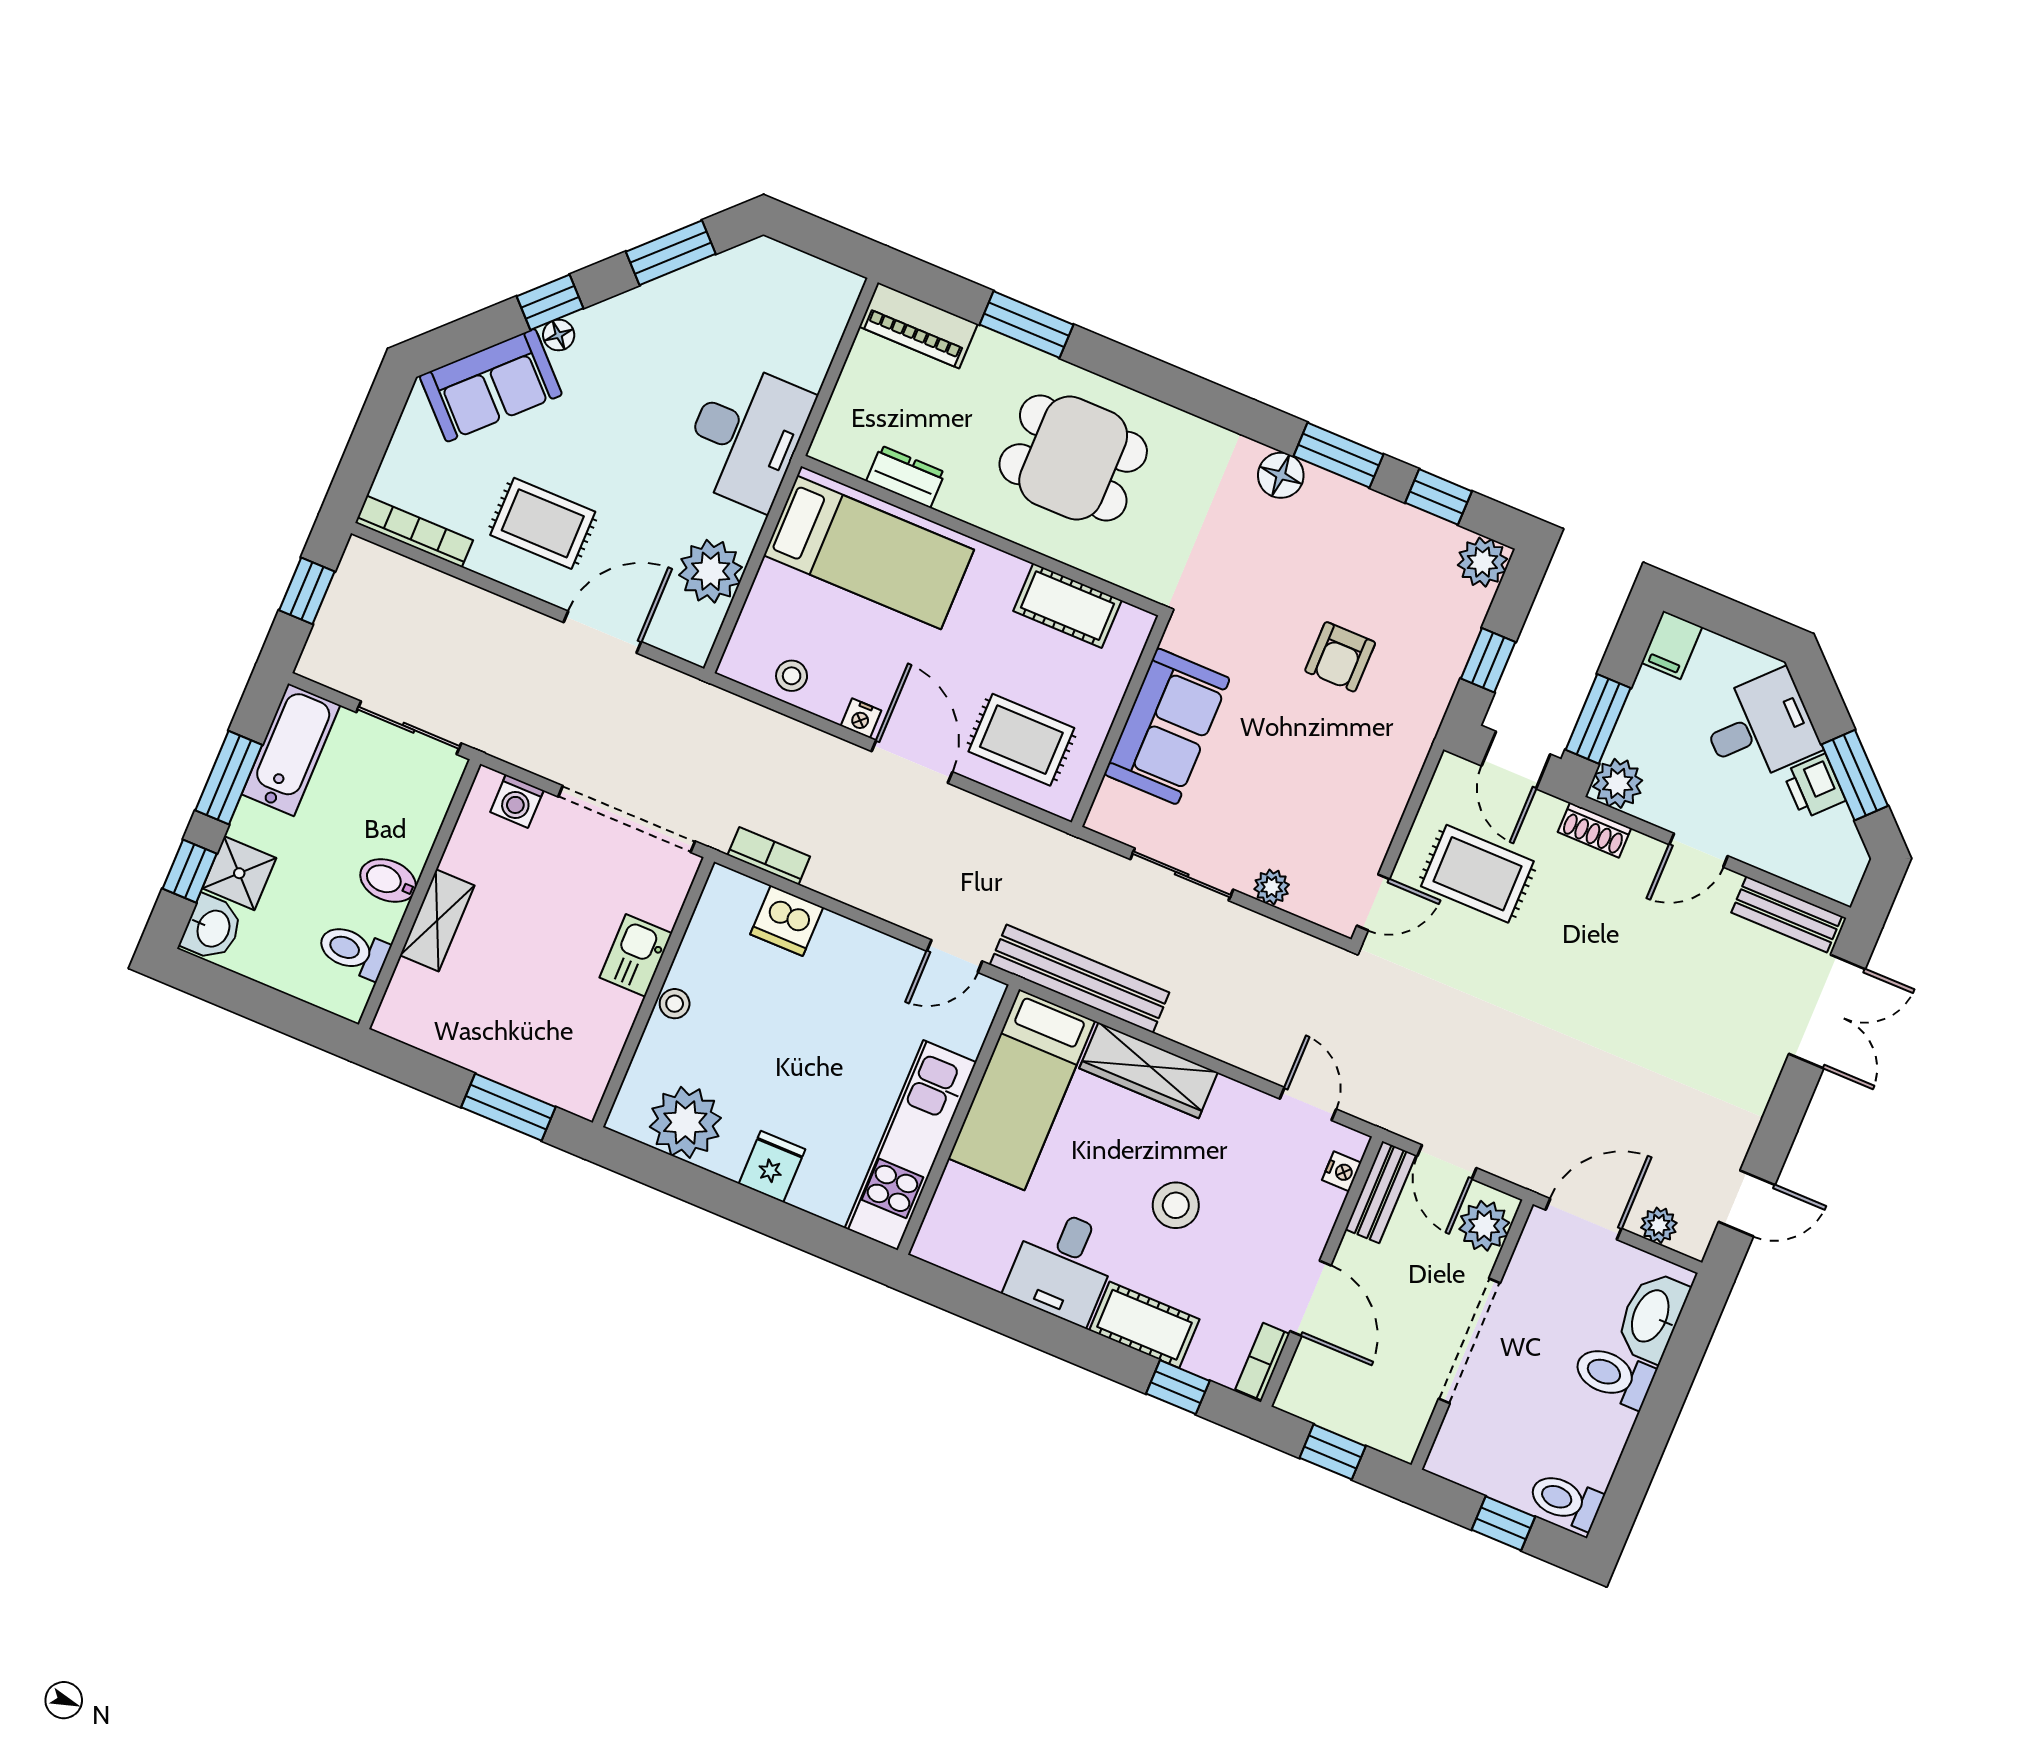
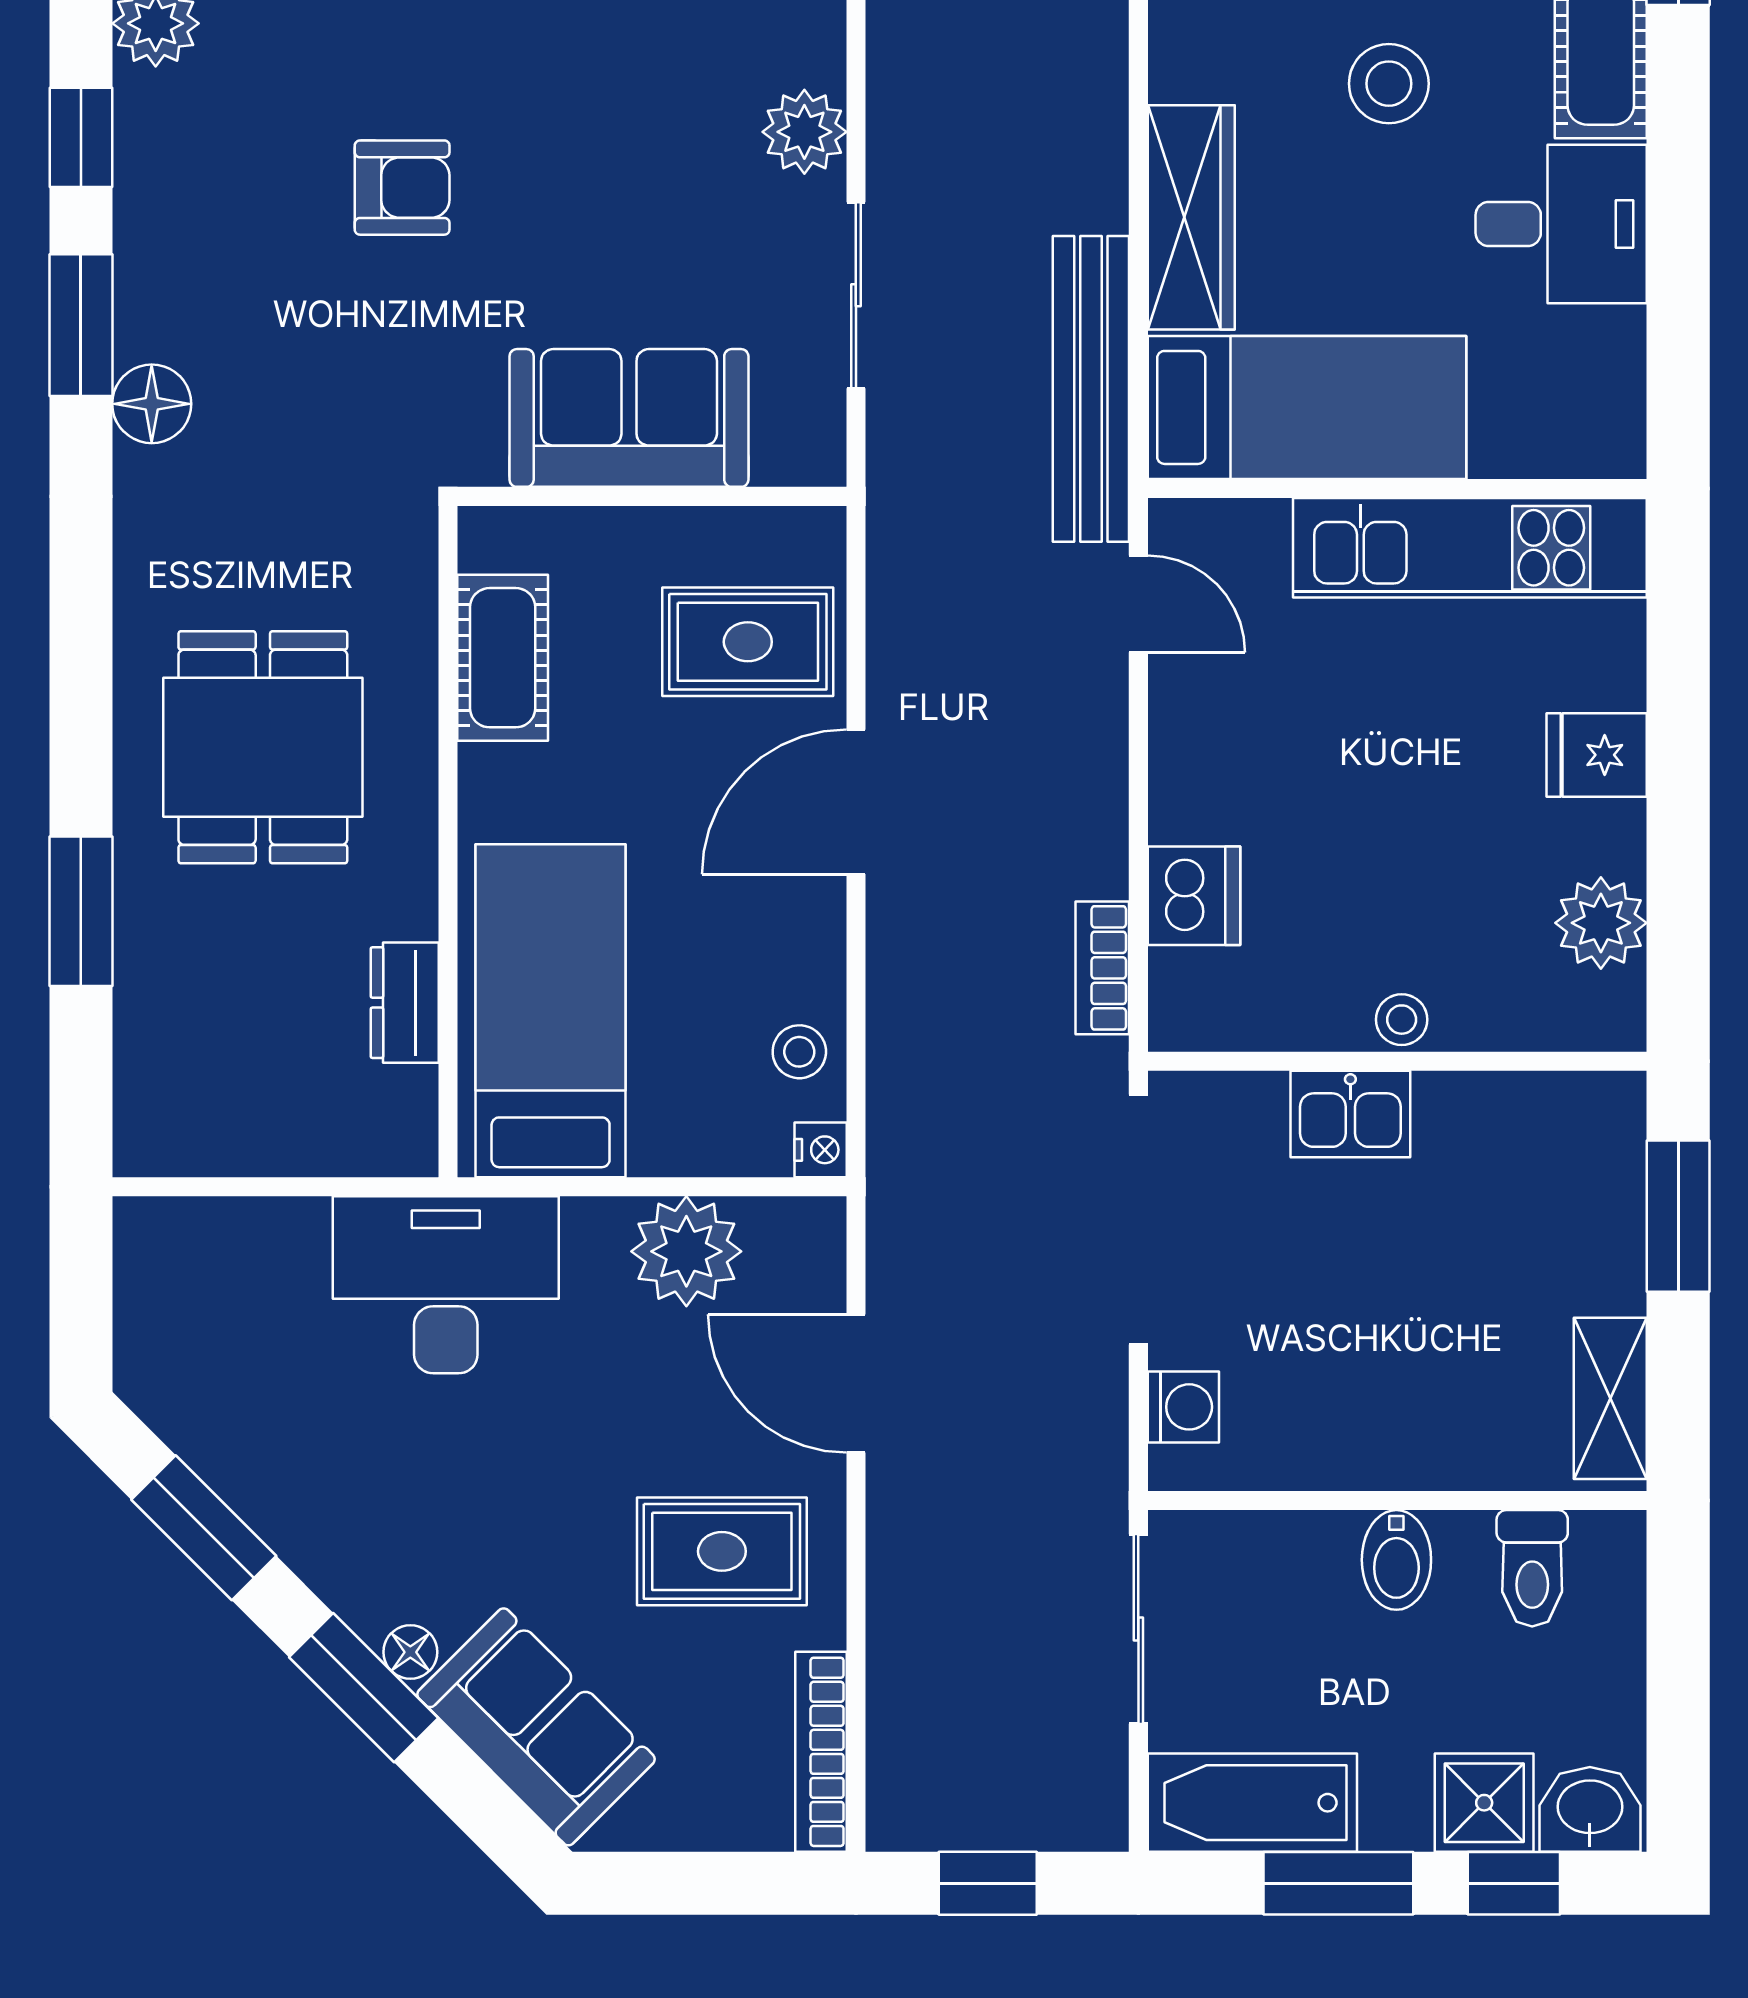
window: (550, 302) -> (364, 1688), width x1.50
piano: (918, 325) -> (154, 1083), removed
rug: (543, 523) -> (722, 1551), turned 90
nightstand: (861, 718) -> (821, 1150), moved
rug: (1021, 740) -> (748, 642), turned 90
plant: (1272, 887) -> (804, 132), width x1.38, depth x1.38
shelving: (437, 920) -> (1610, 1398), moved, turned 90
plant: (685, 1122) -> (1601, 923), width x0.73, depth x0.73

